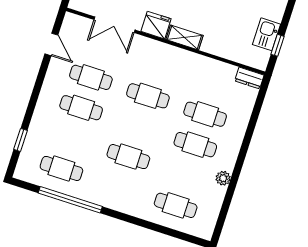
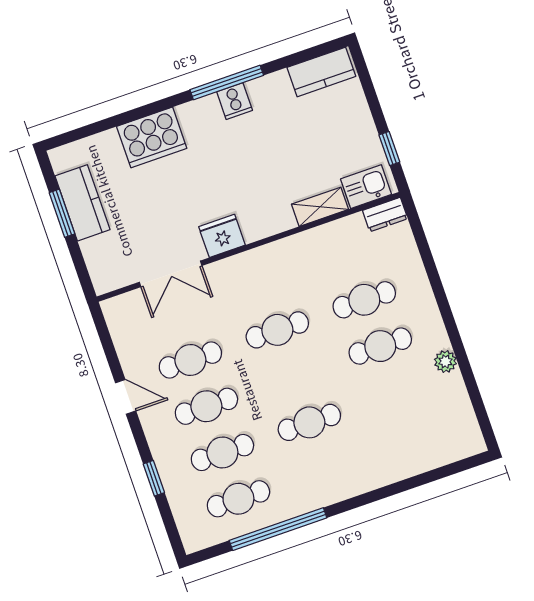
kitchen sink: (267, 34) -> (366, 187), moved, turned 90
shelving: (185, 37) -> (320, 207), moved
door: (51, 44) -> (126, 397), moved
window: (21, 140) -> (154, 478), moved
cafe table: (176, 205) -> (222, 453), moved

